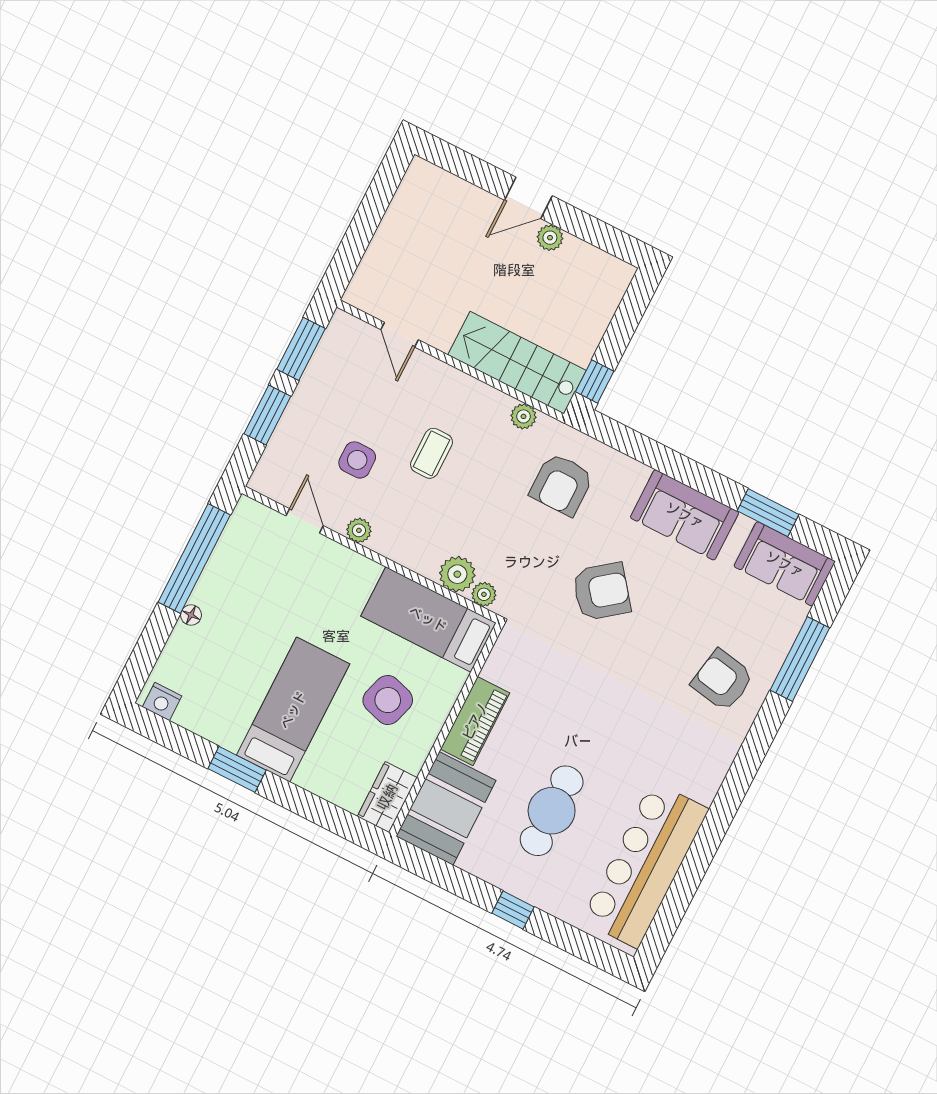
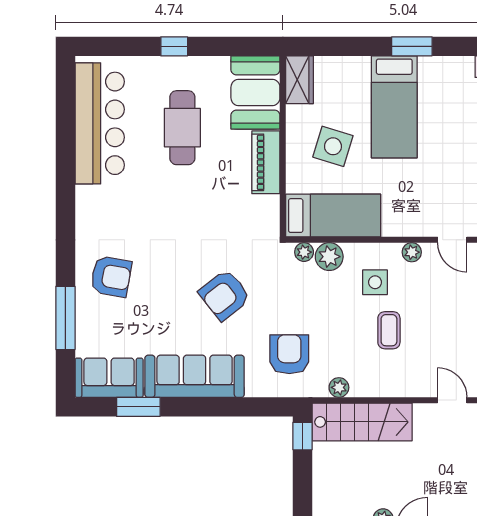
side table: (357, 460) -> (375, 282), moved
sofa: (685, 515) -> (195, 376), width x1.36

